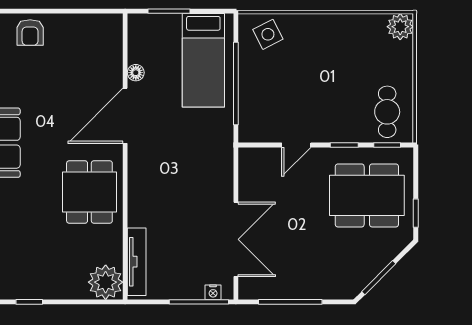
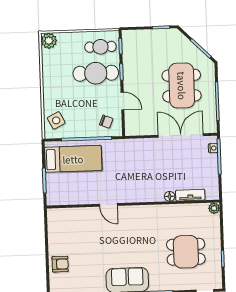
floor lamp: (136, 73) -> (170, 196), moved
cafe table: (344, 102) -> (96, 73), added
door: (125, 116) -> (108, 205), width x0.53
chair: (263, 117) -> (106, 122), added
dining table: (89, 192) -> (186, 252), moved
dining table: (367, 195) -> (182, 86), moved
tv unit: (137, 262) -> (190, 195), width x0.71
plant: (106, 282) -> (214, 208), width x0.53, depth x0.53

